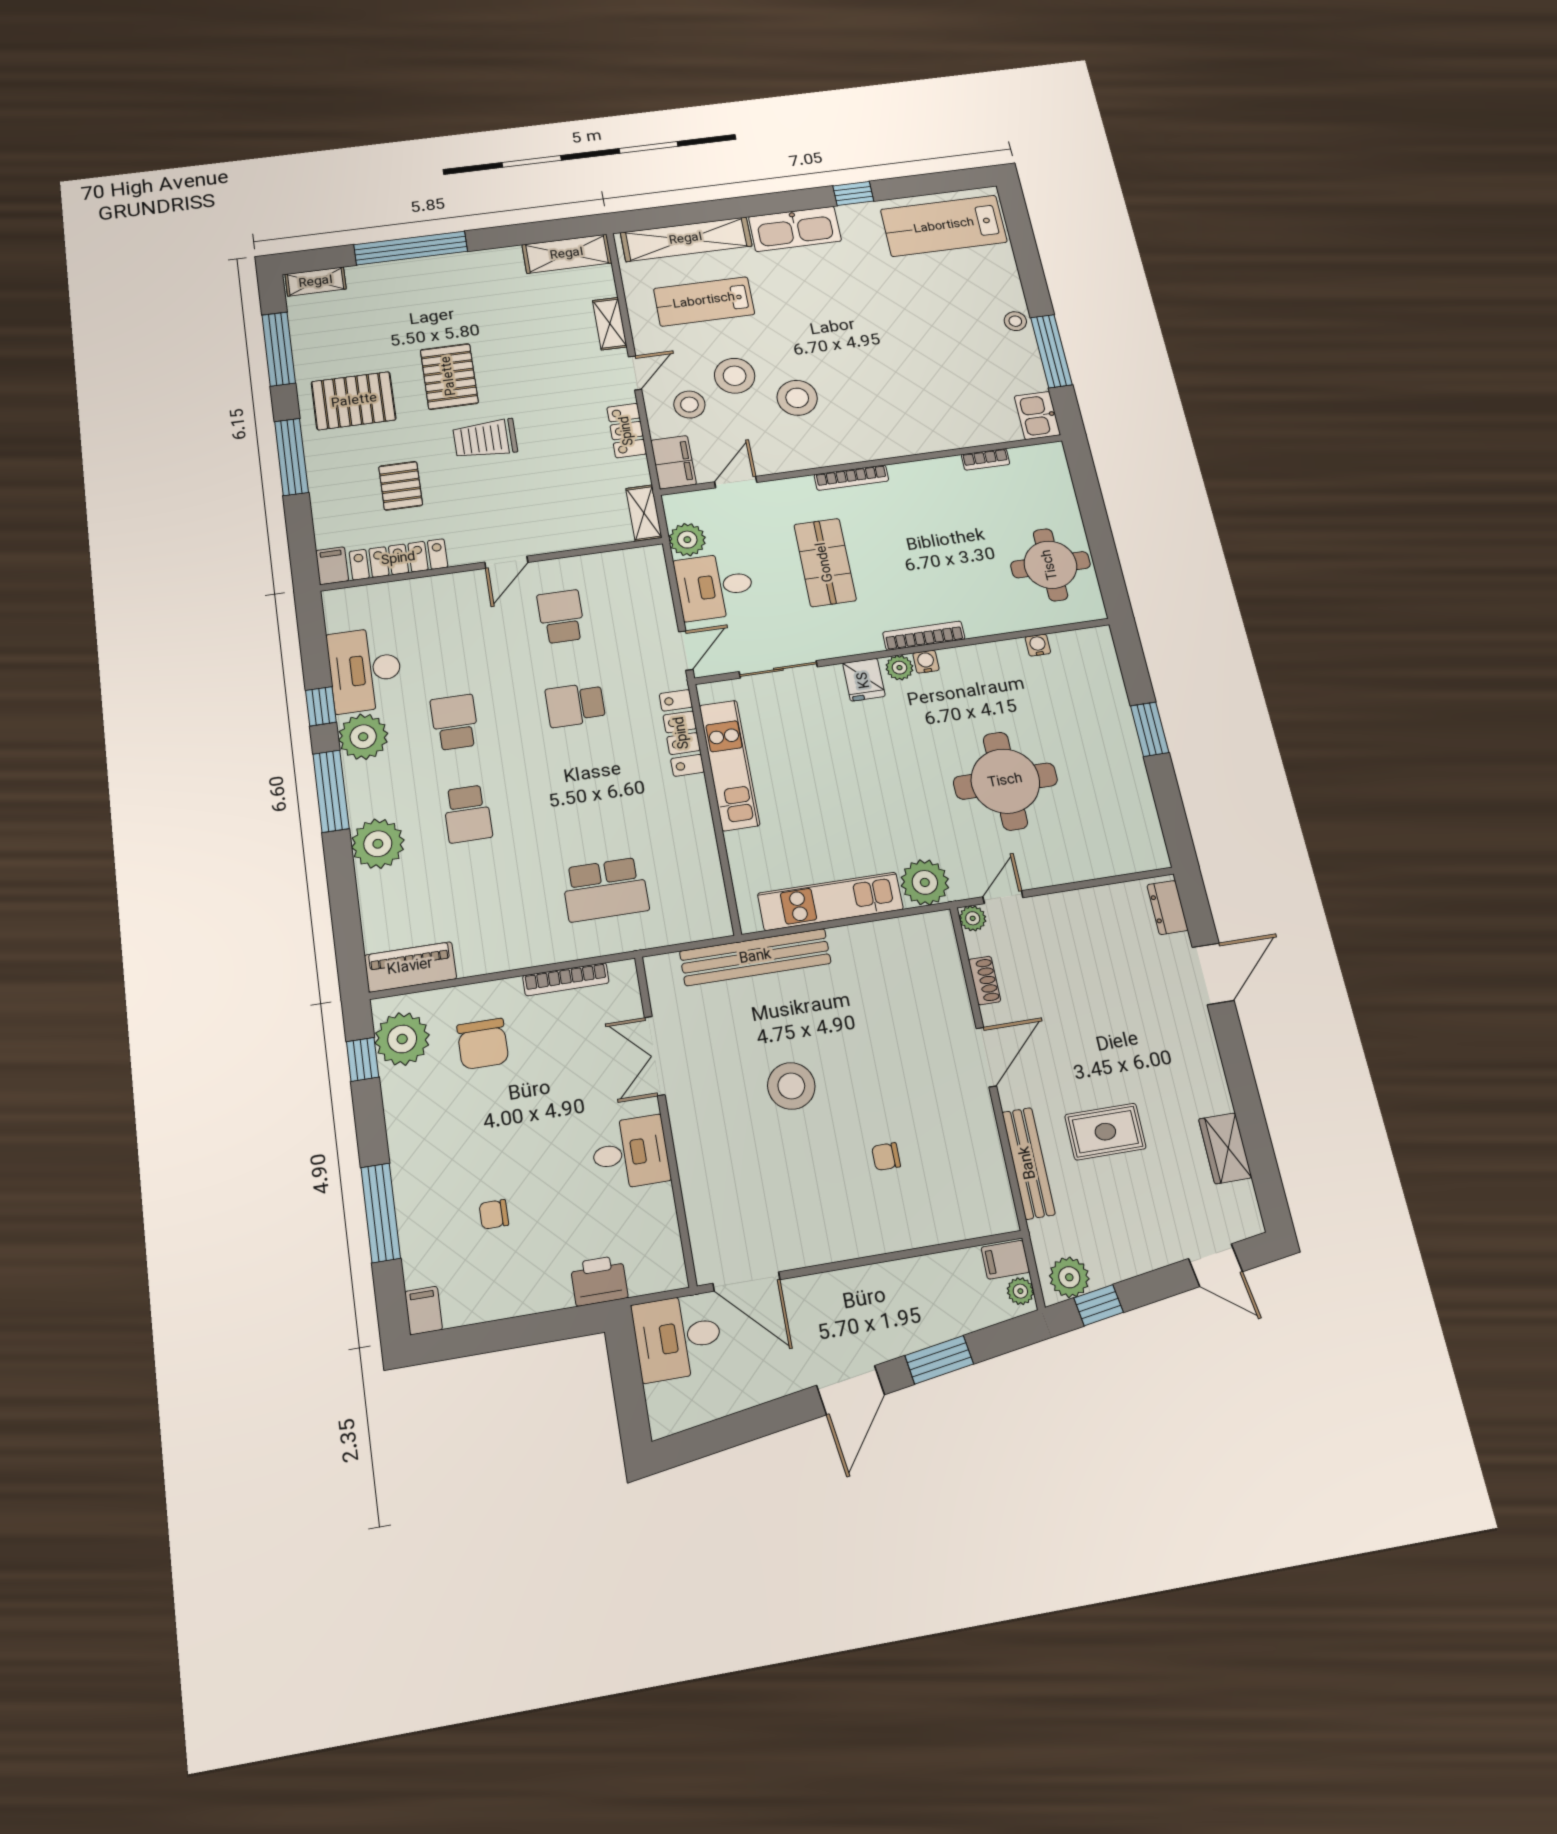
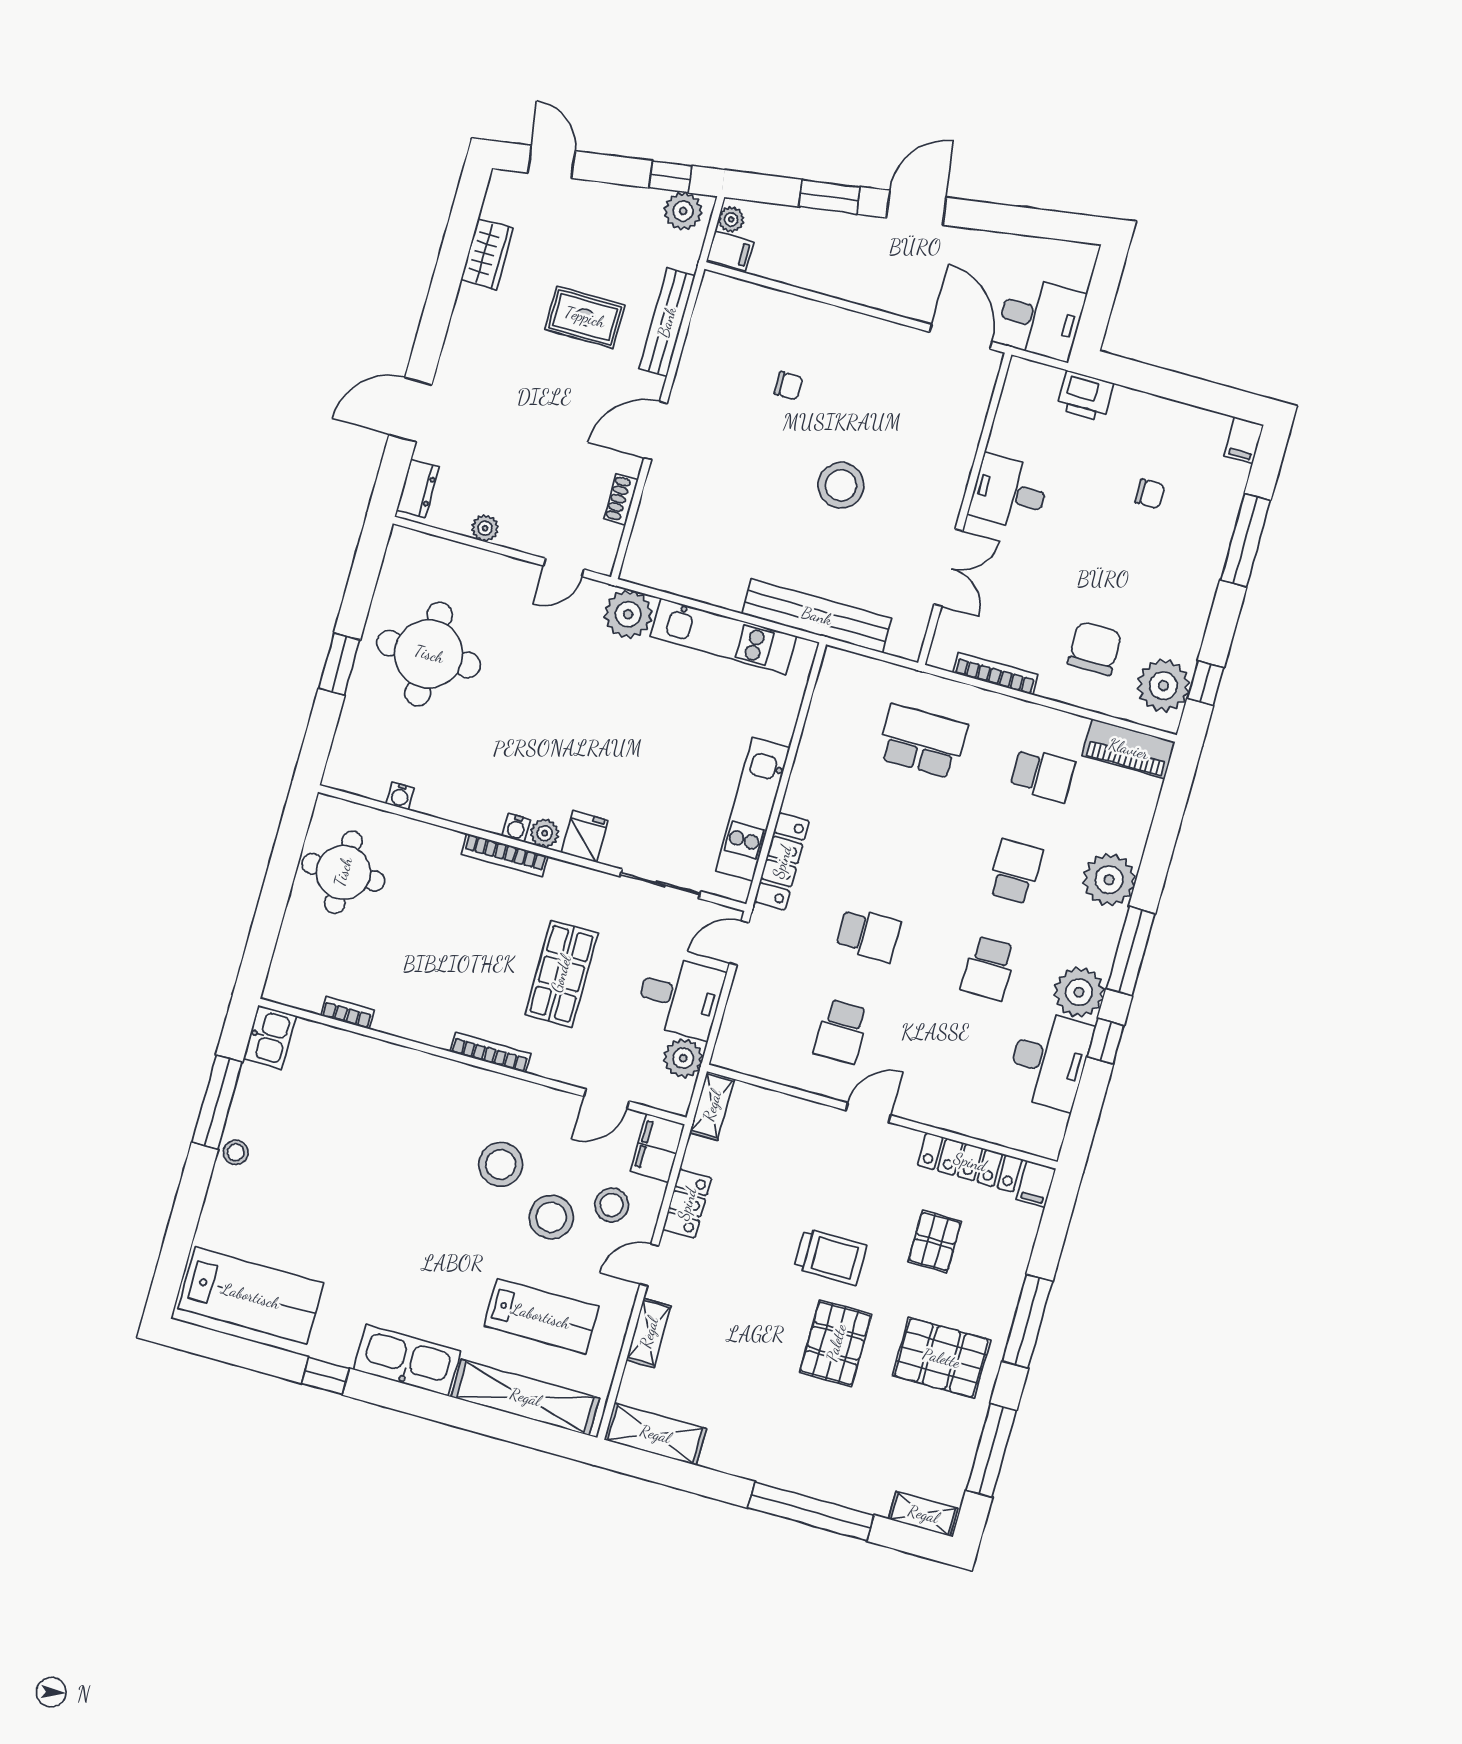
round table: (1005, 781) -> (429, 654), moved
school desk: (481, 909) -> (1042, 775), added
plant: (973, 918) -> (485, 528), moved

